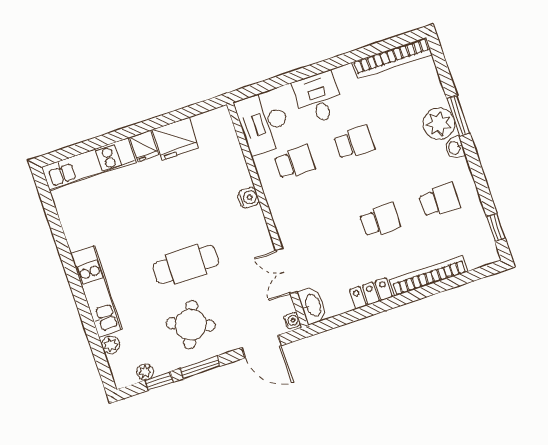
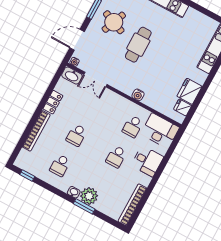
fridge: (144, 146) -> (183, 107), moved
double door: (286, 271) -> (95, 80), swing flipped

